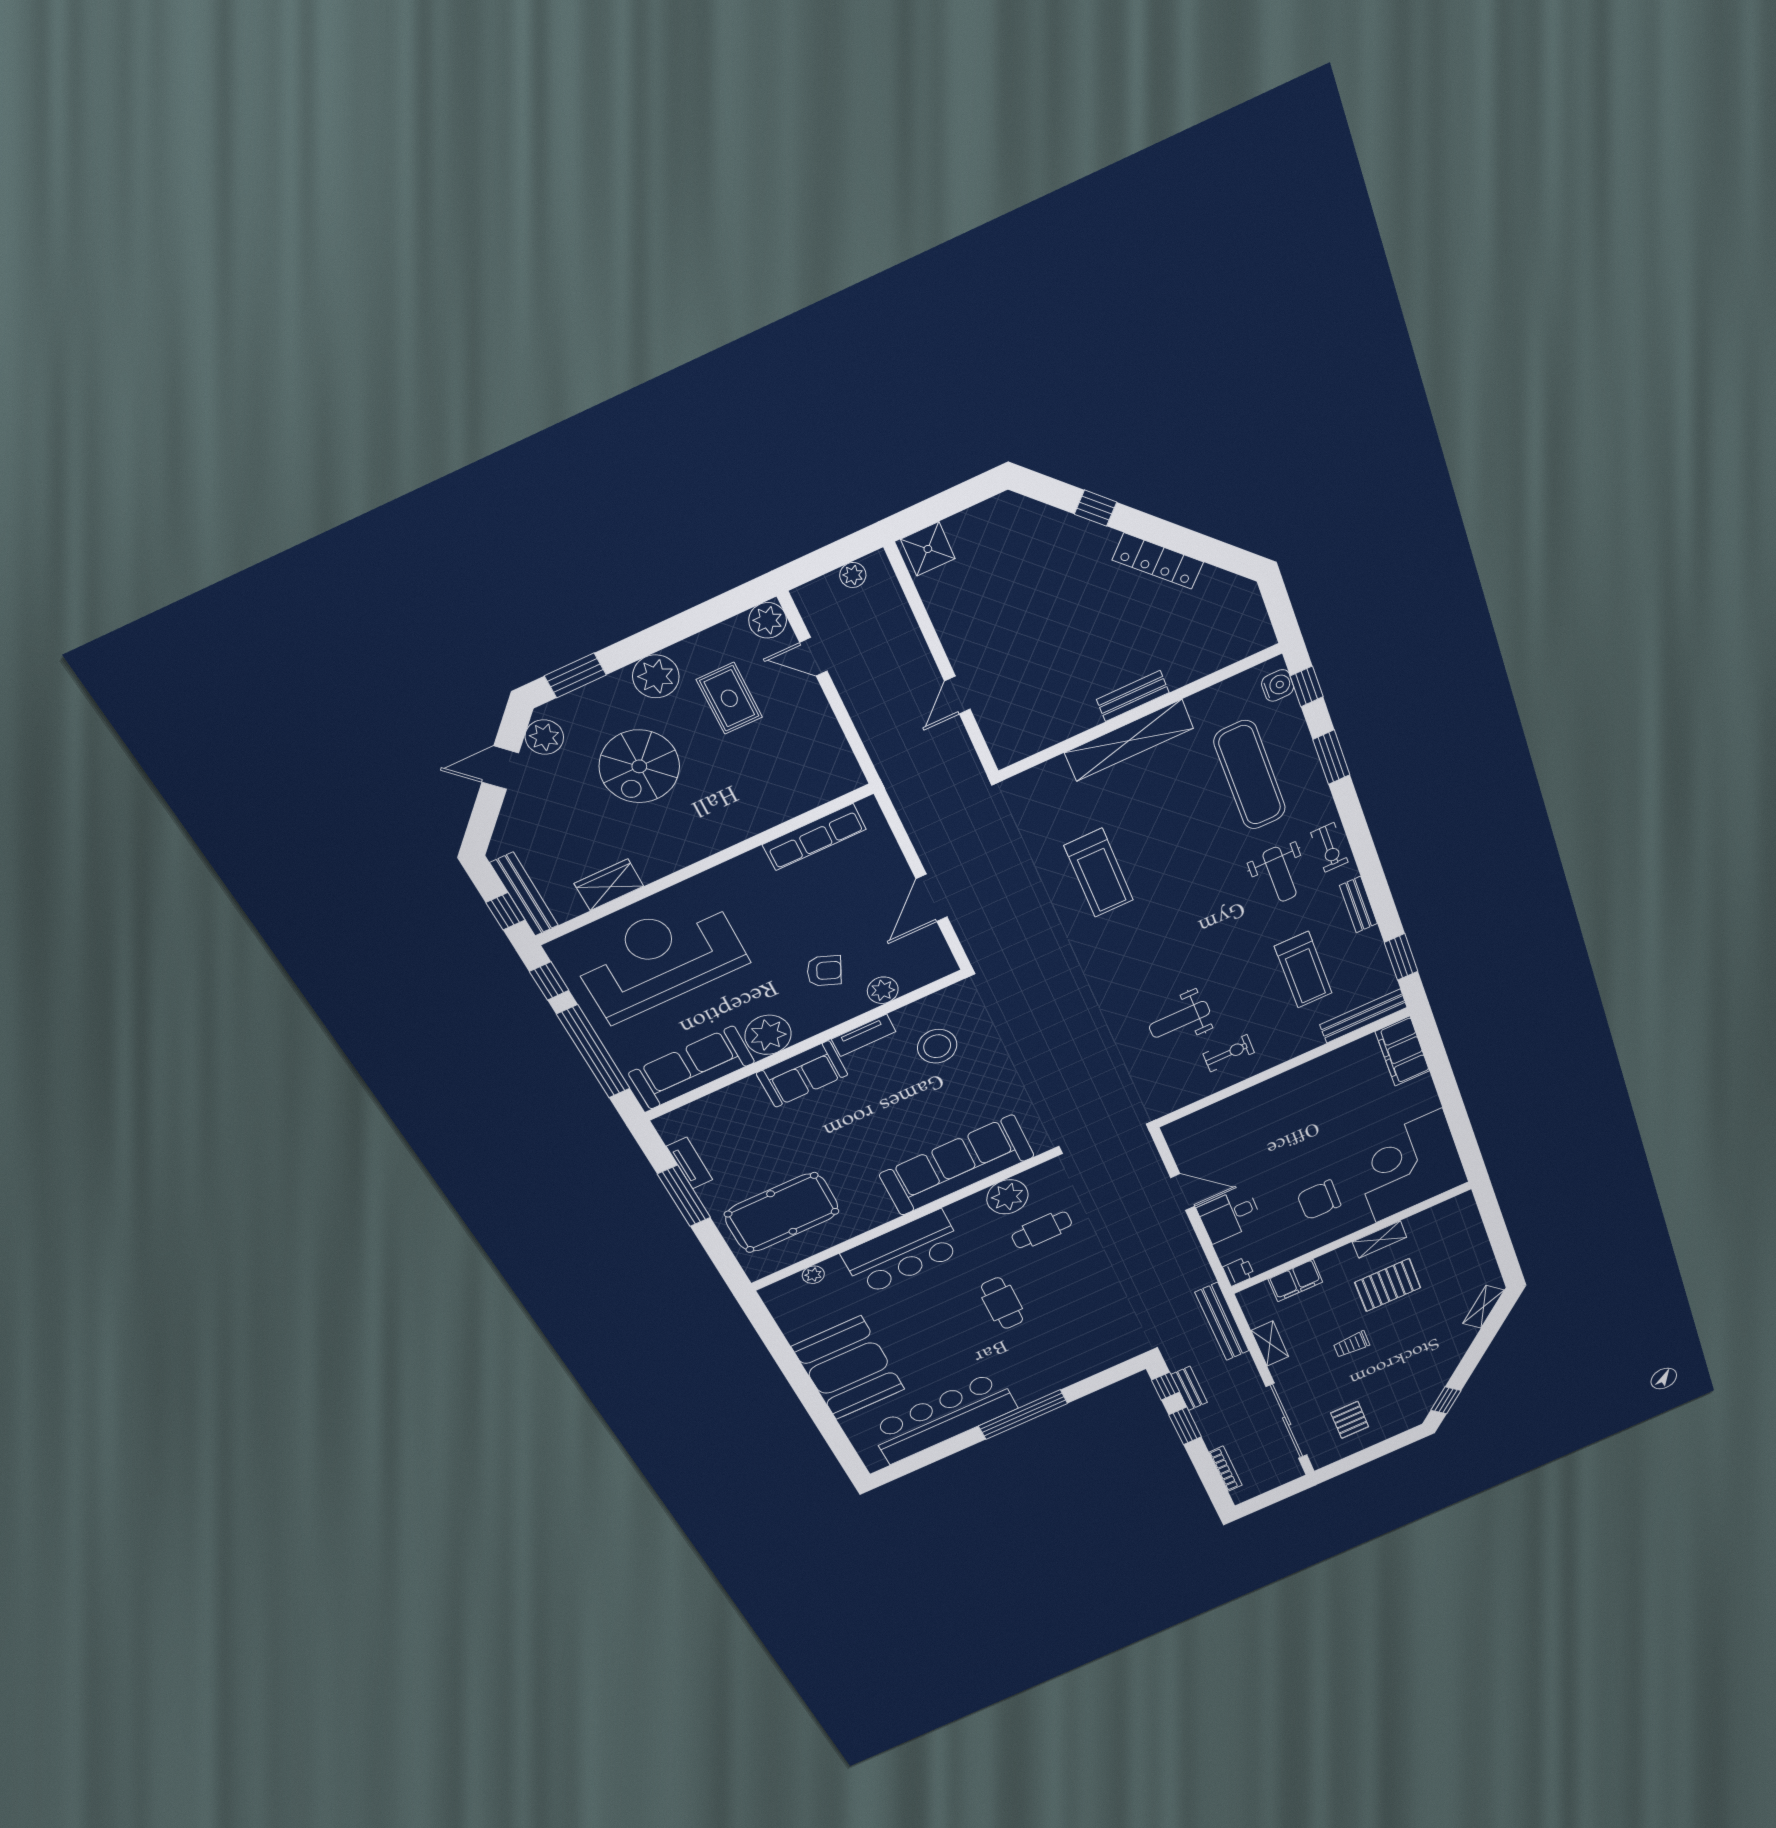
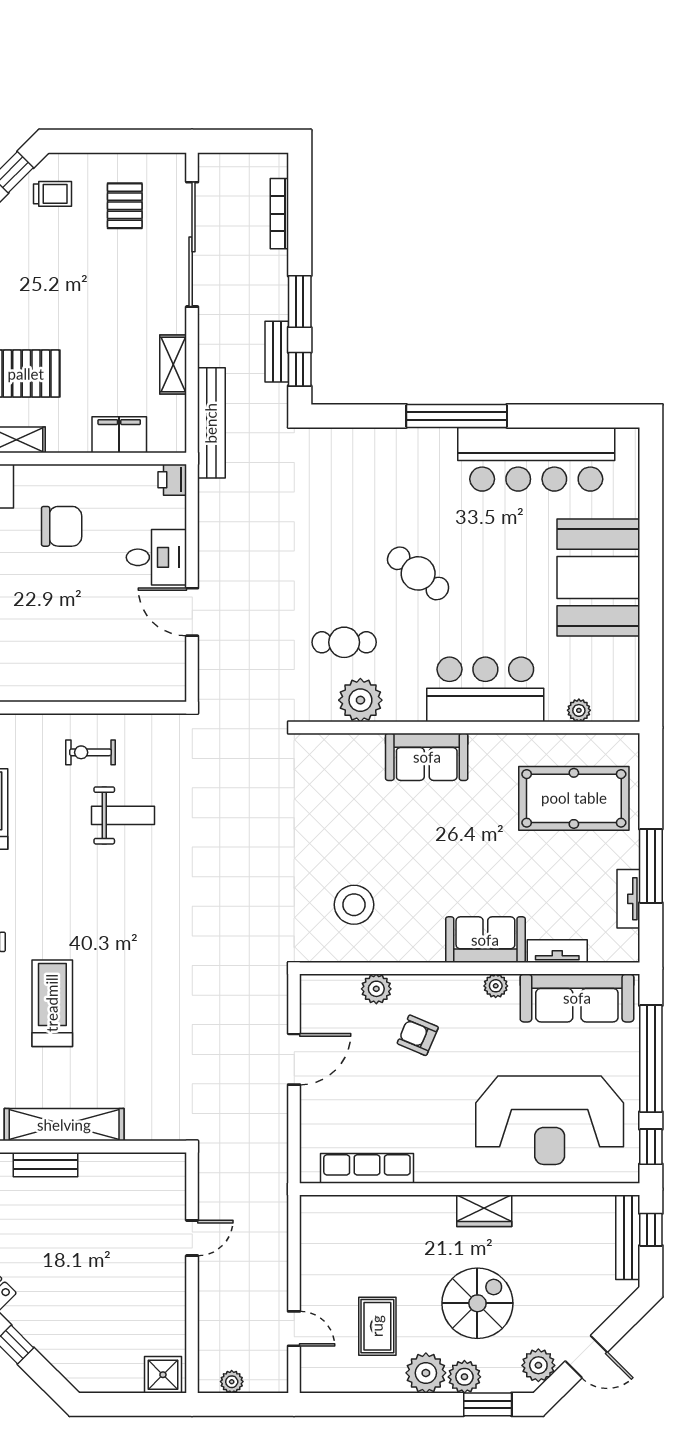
plant: (768, 620) -> (464, 1377), moved
treadmill: (1099, 873) -> (52, 1003), moved
wardrobe: (609, 885) -> (484, 1211), moved
plant: (768, 1035) -> (496, 986), width x0.53, depth x0.53
tv unit: (864, 1035) -> (557, 951), moved
sofa: (957, 1165) -> (427, 757), width x0.54, depth x0.79
cafe table: (1002, 1303) -> (418, 573), turned -52
trolley: (1351, 1344) -> (53, 194), moved

